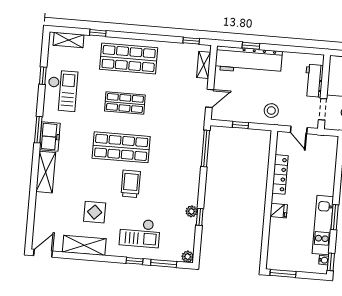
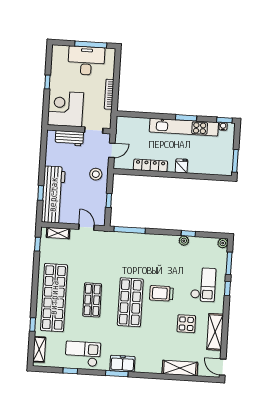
shop shelf: (129, 59) -> (54, 298), width x1.40
shelving: (46, 172) -> (180, 368), moved
kitchen unit: (323, 225) -> (184, 127), width x1.36

